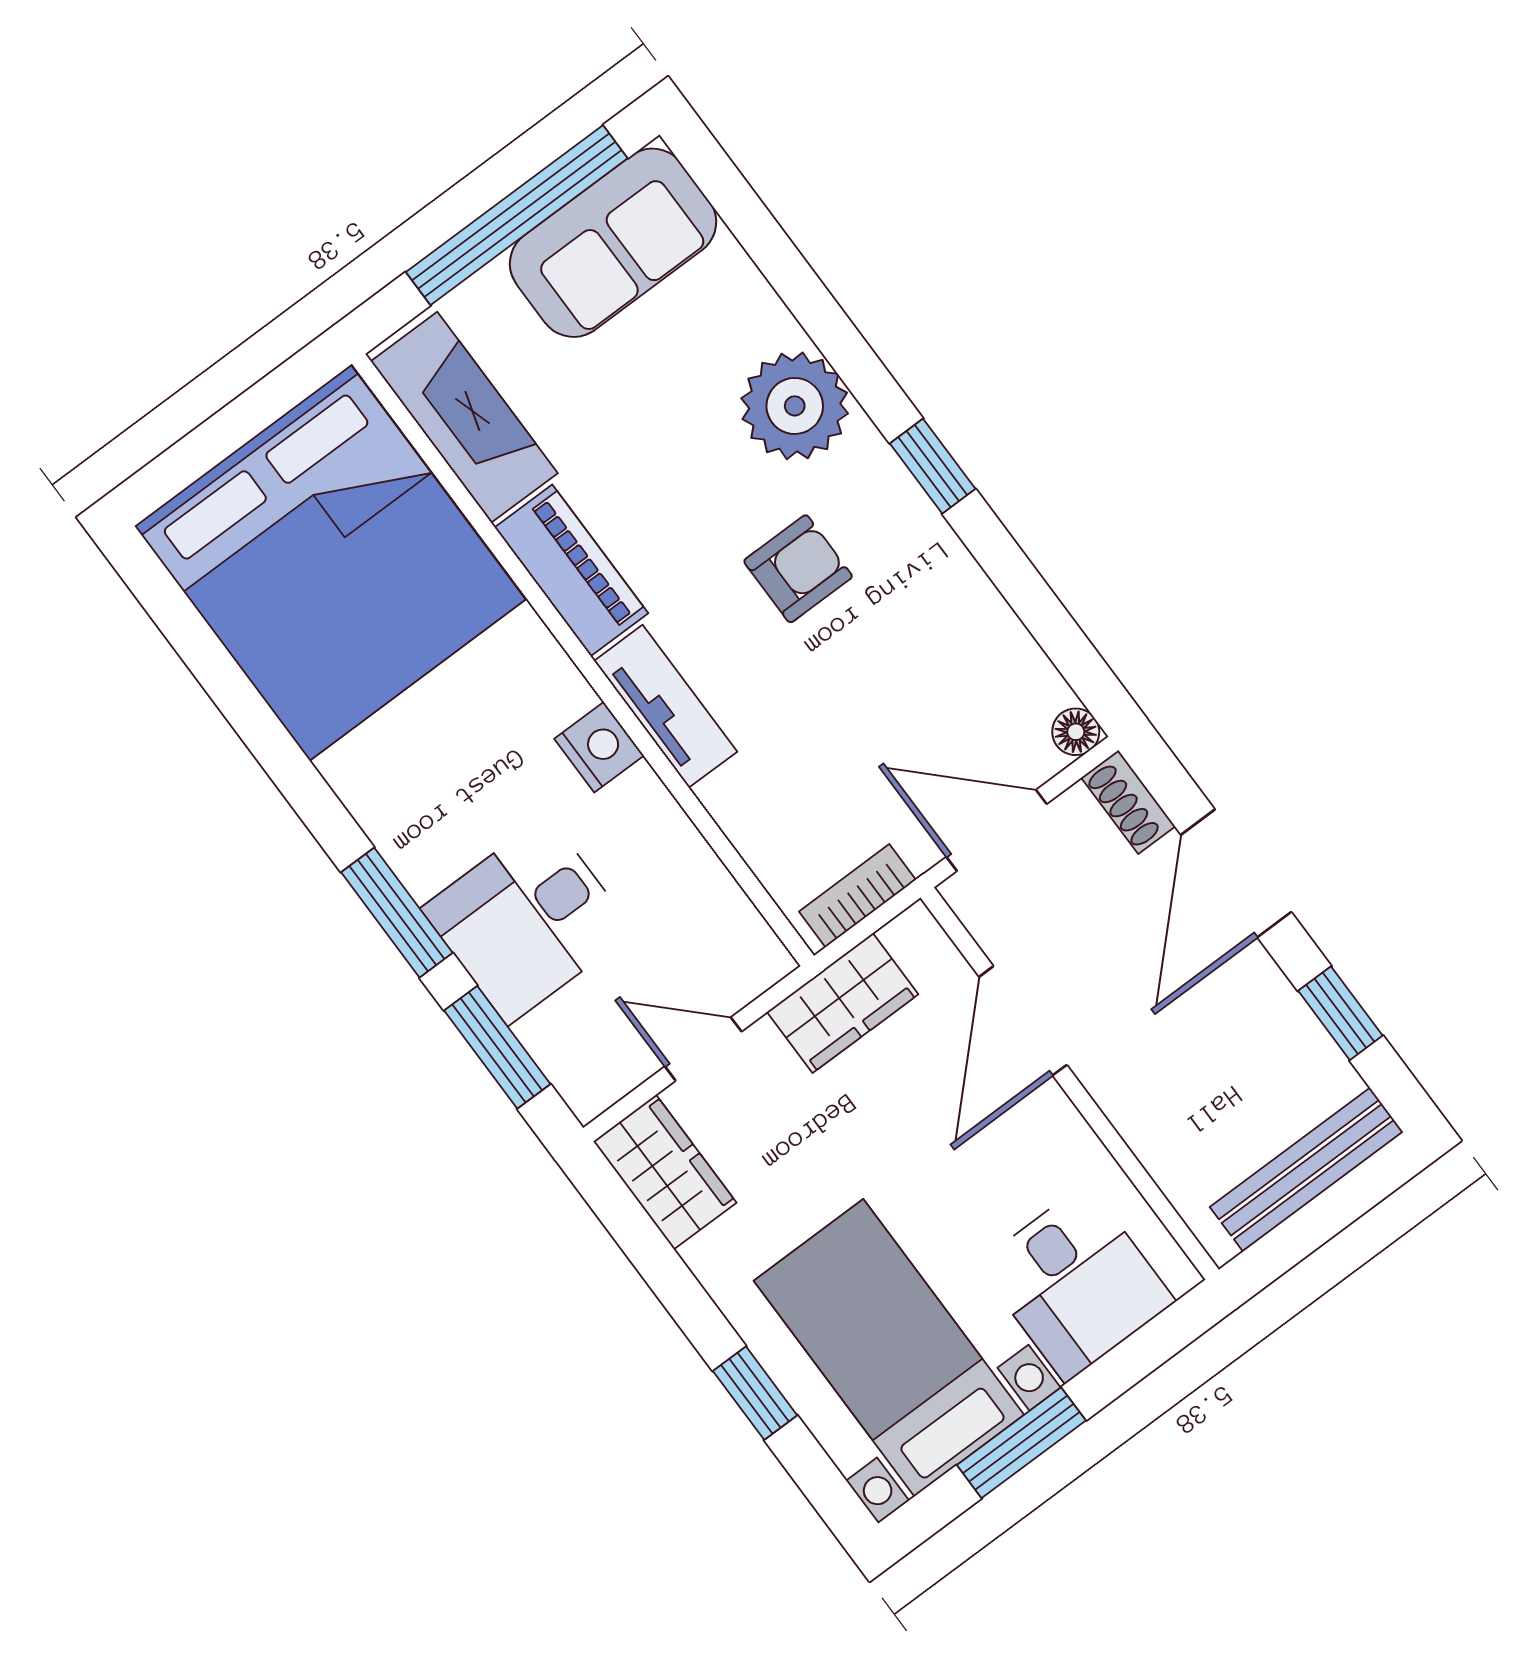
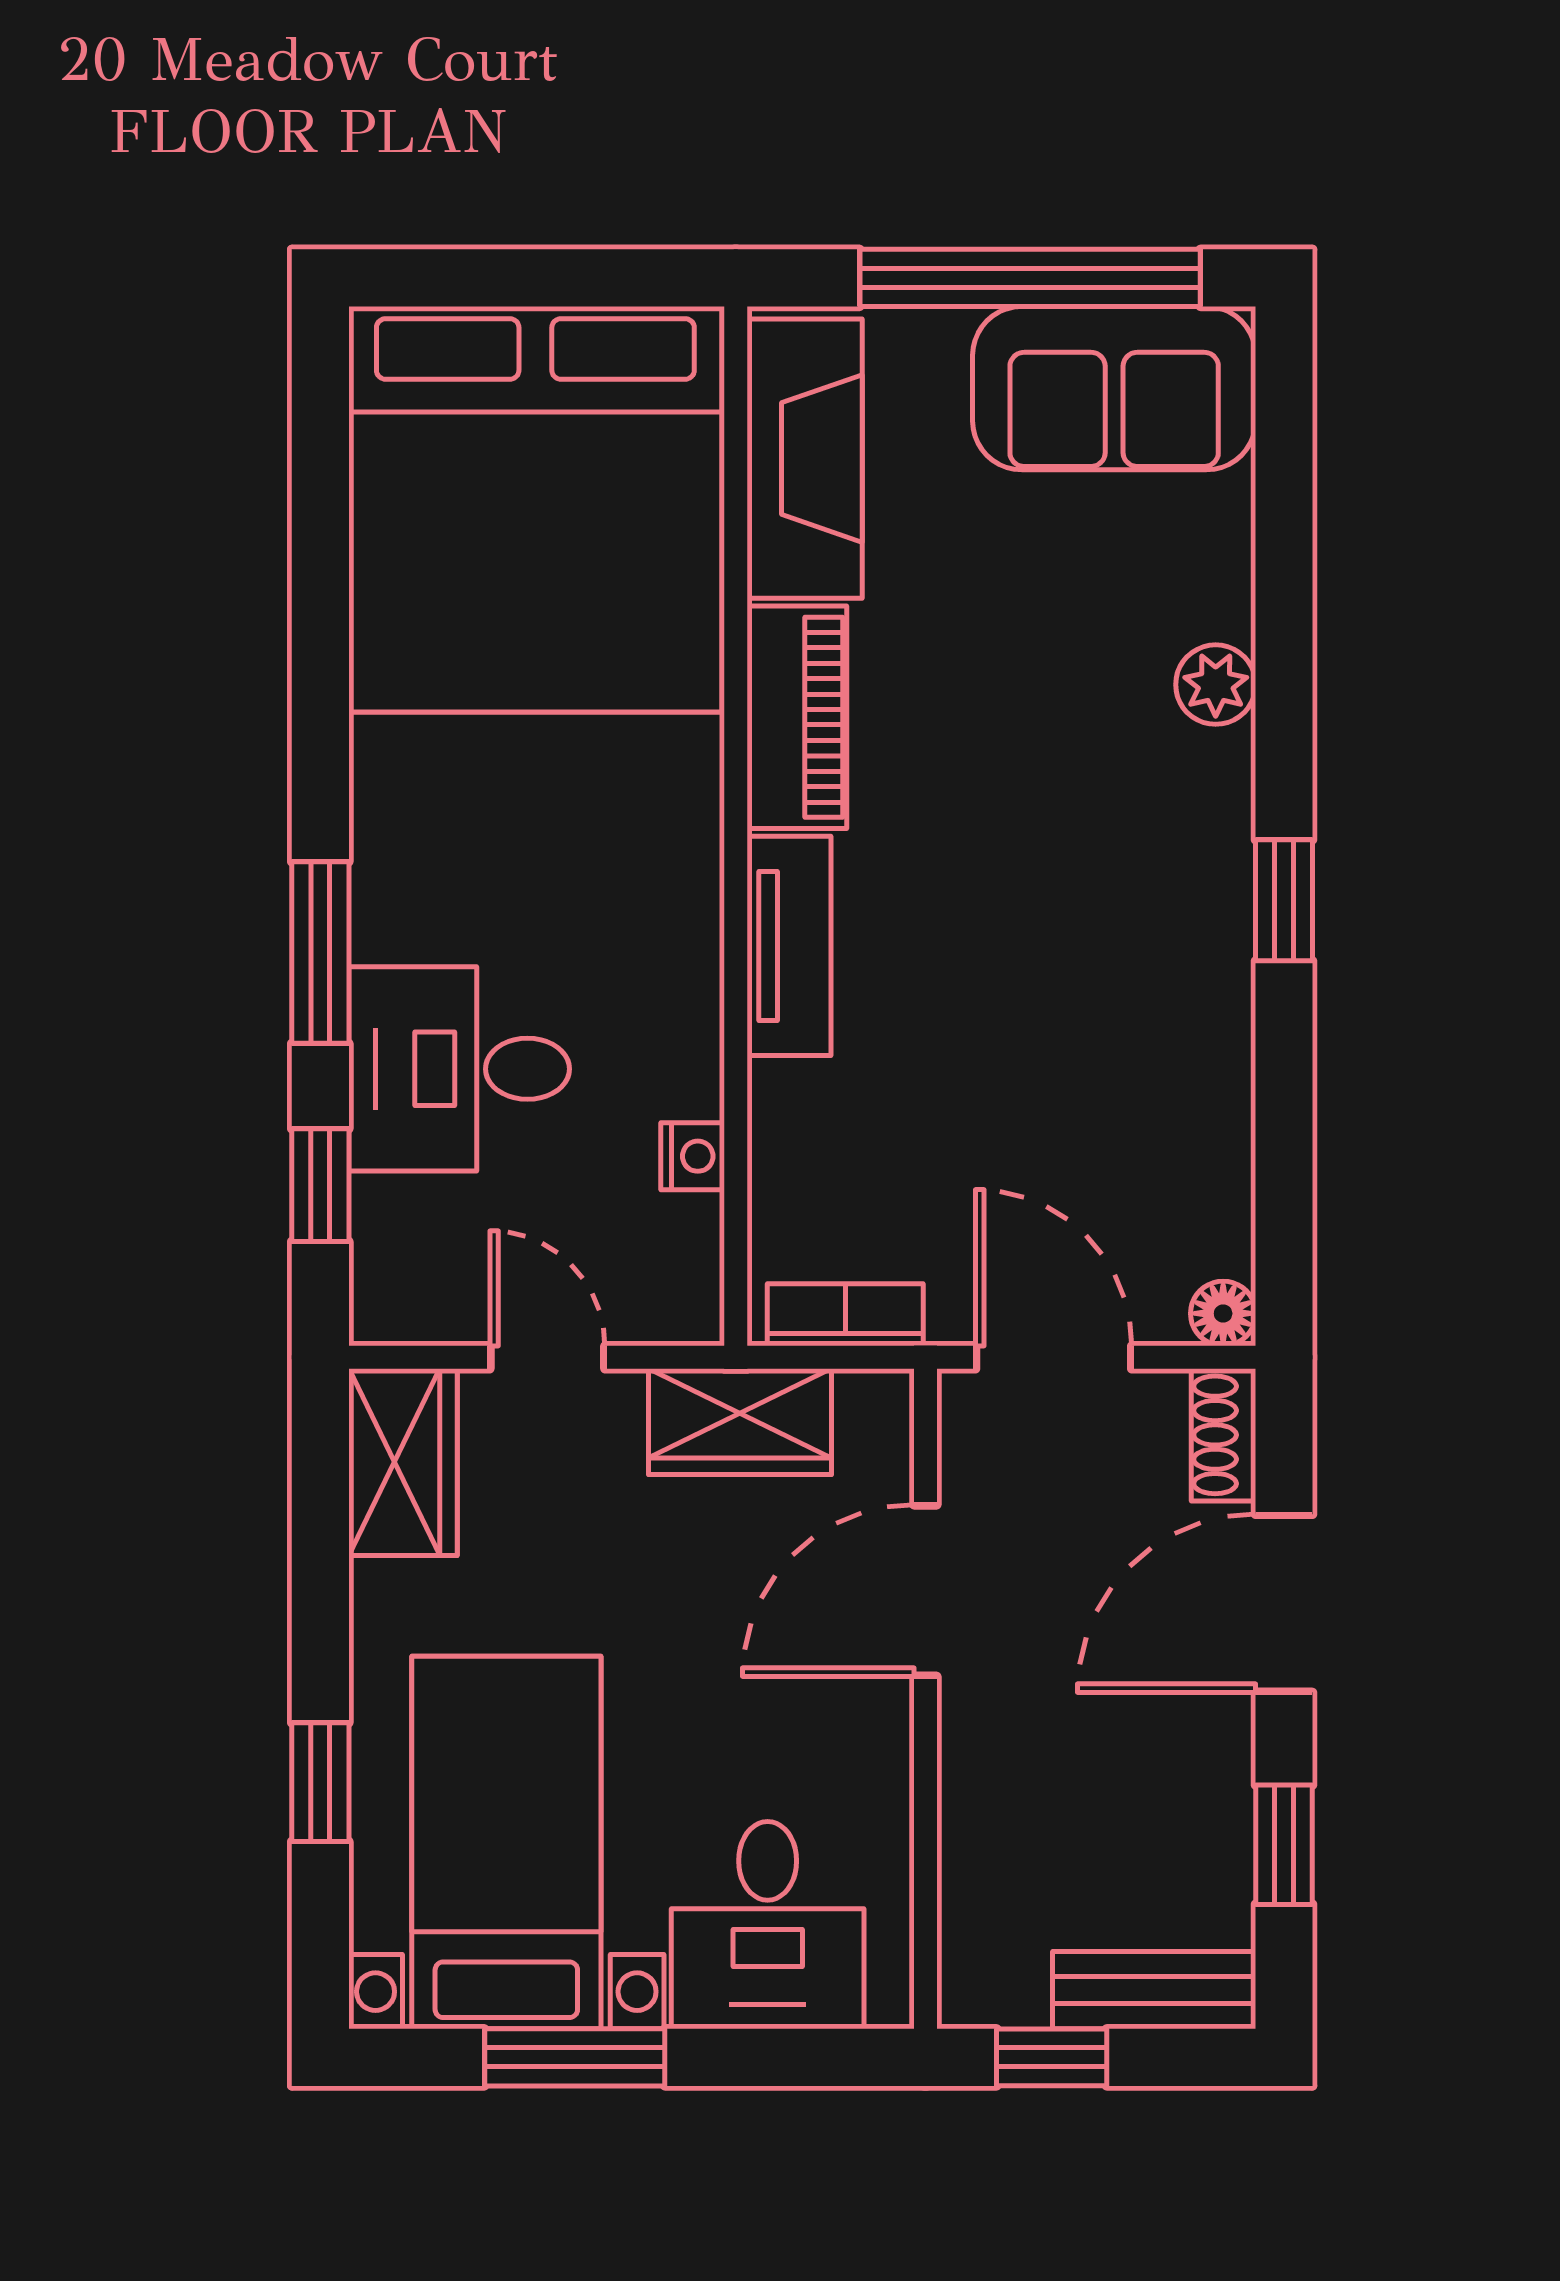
plant: (795, 406) -> (1216, 685), width x0.53, depth x0.53
armchair: (798, 569) -> (1050, 903), removed
nightstand: (599, 747) -> (693, 1156), moved, width x0.72, depth x0.74
window: (497, 1047) -> (320, 1185), width x0.67
bench: (1307, 1170) -> (1154, 1990), width x0.73
window: (1298, 1237) -> (1052, 2057), added

